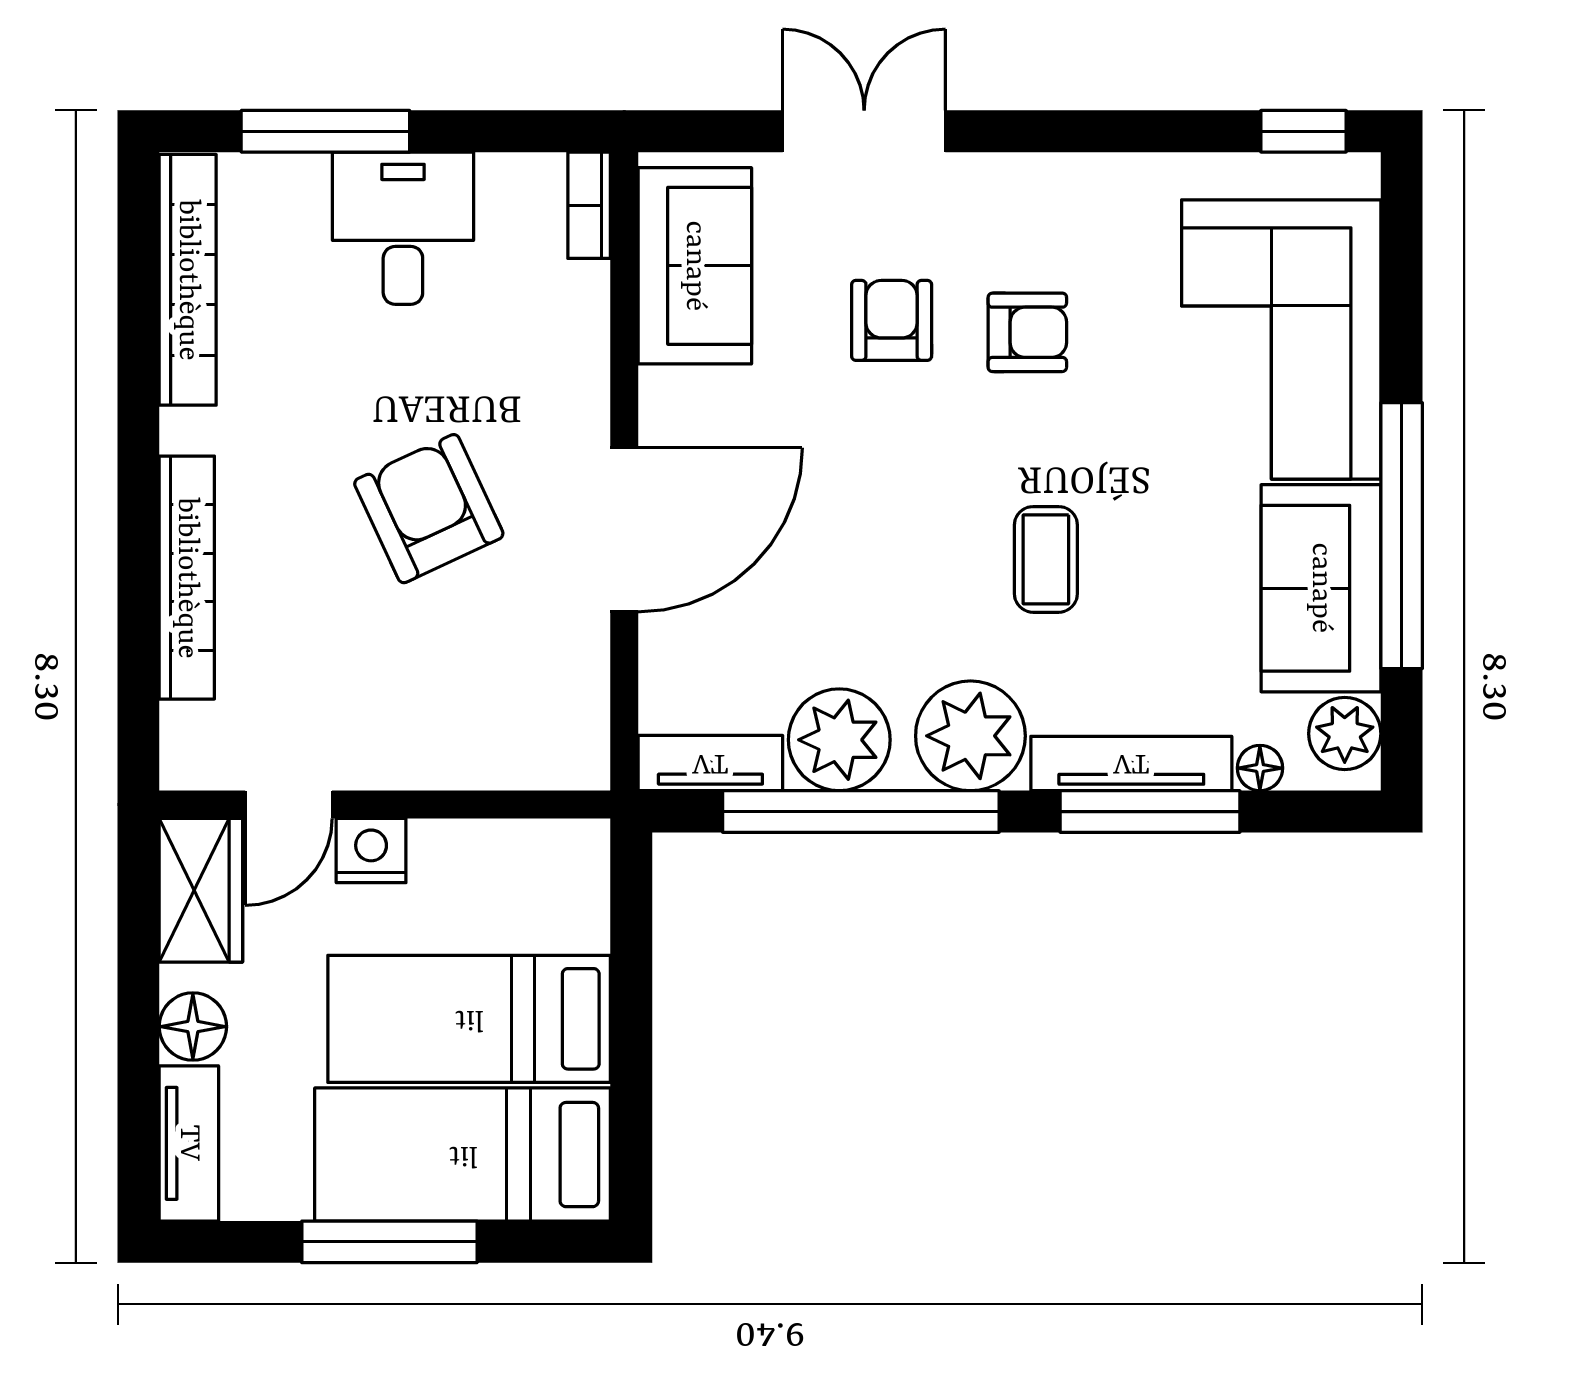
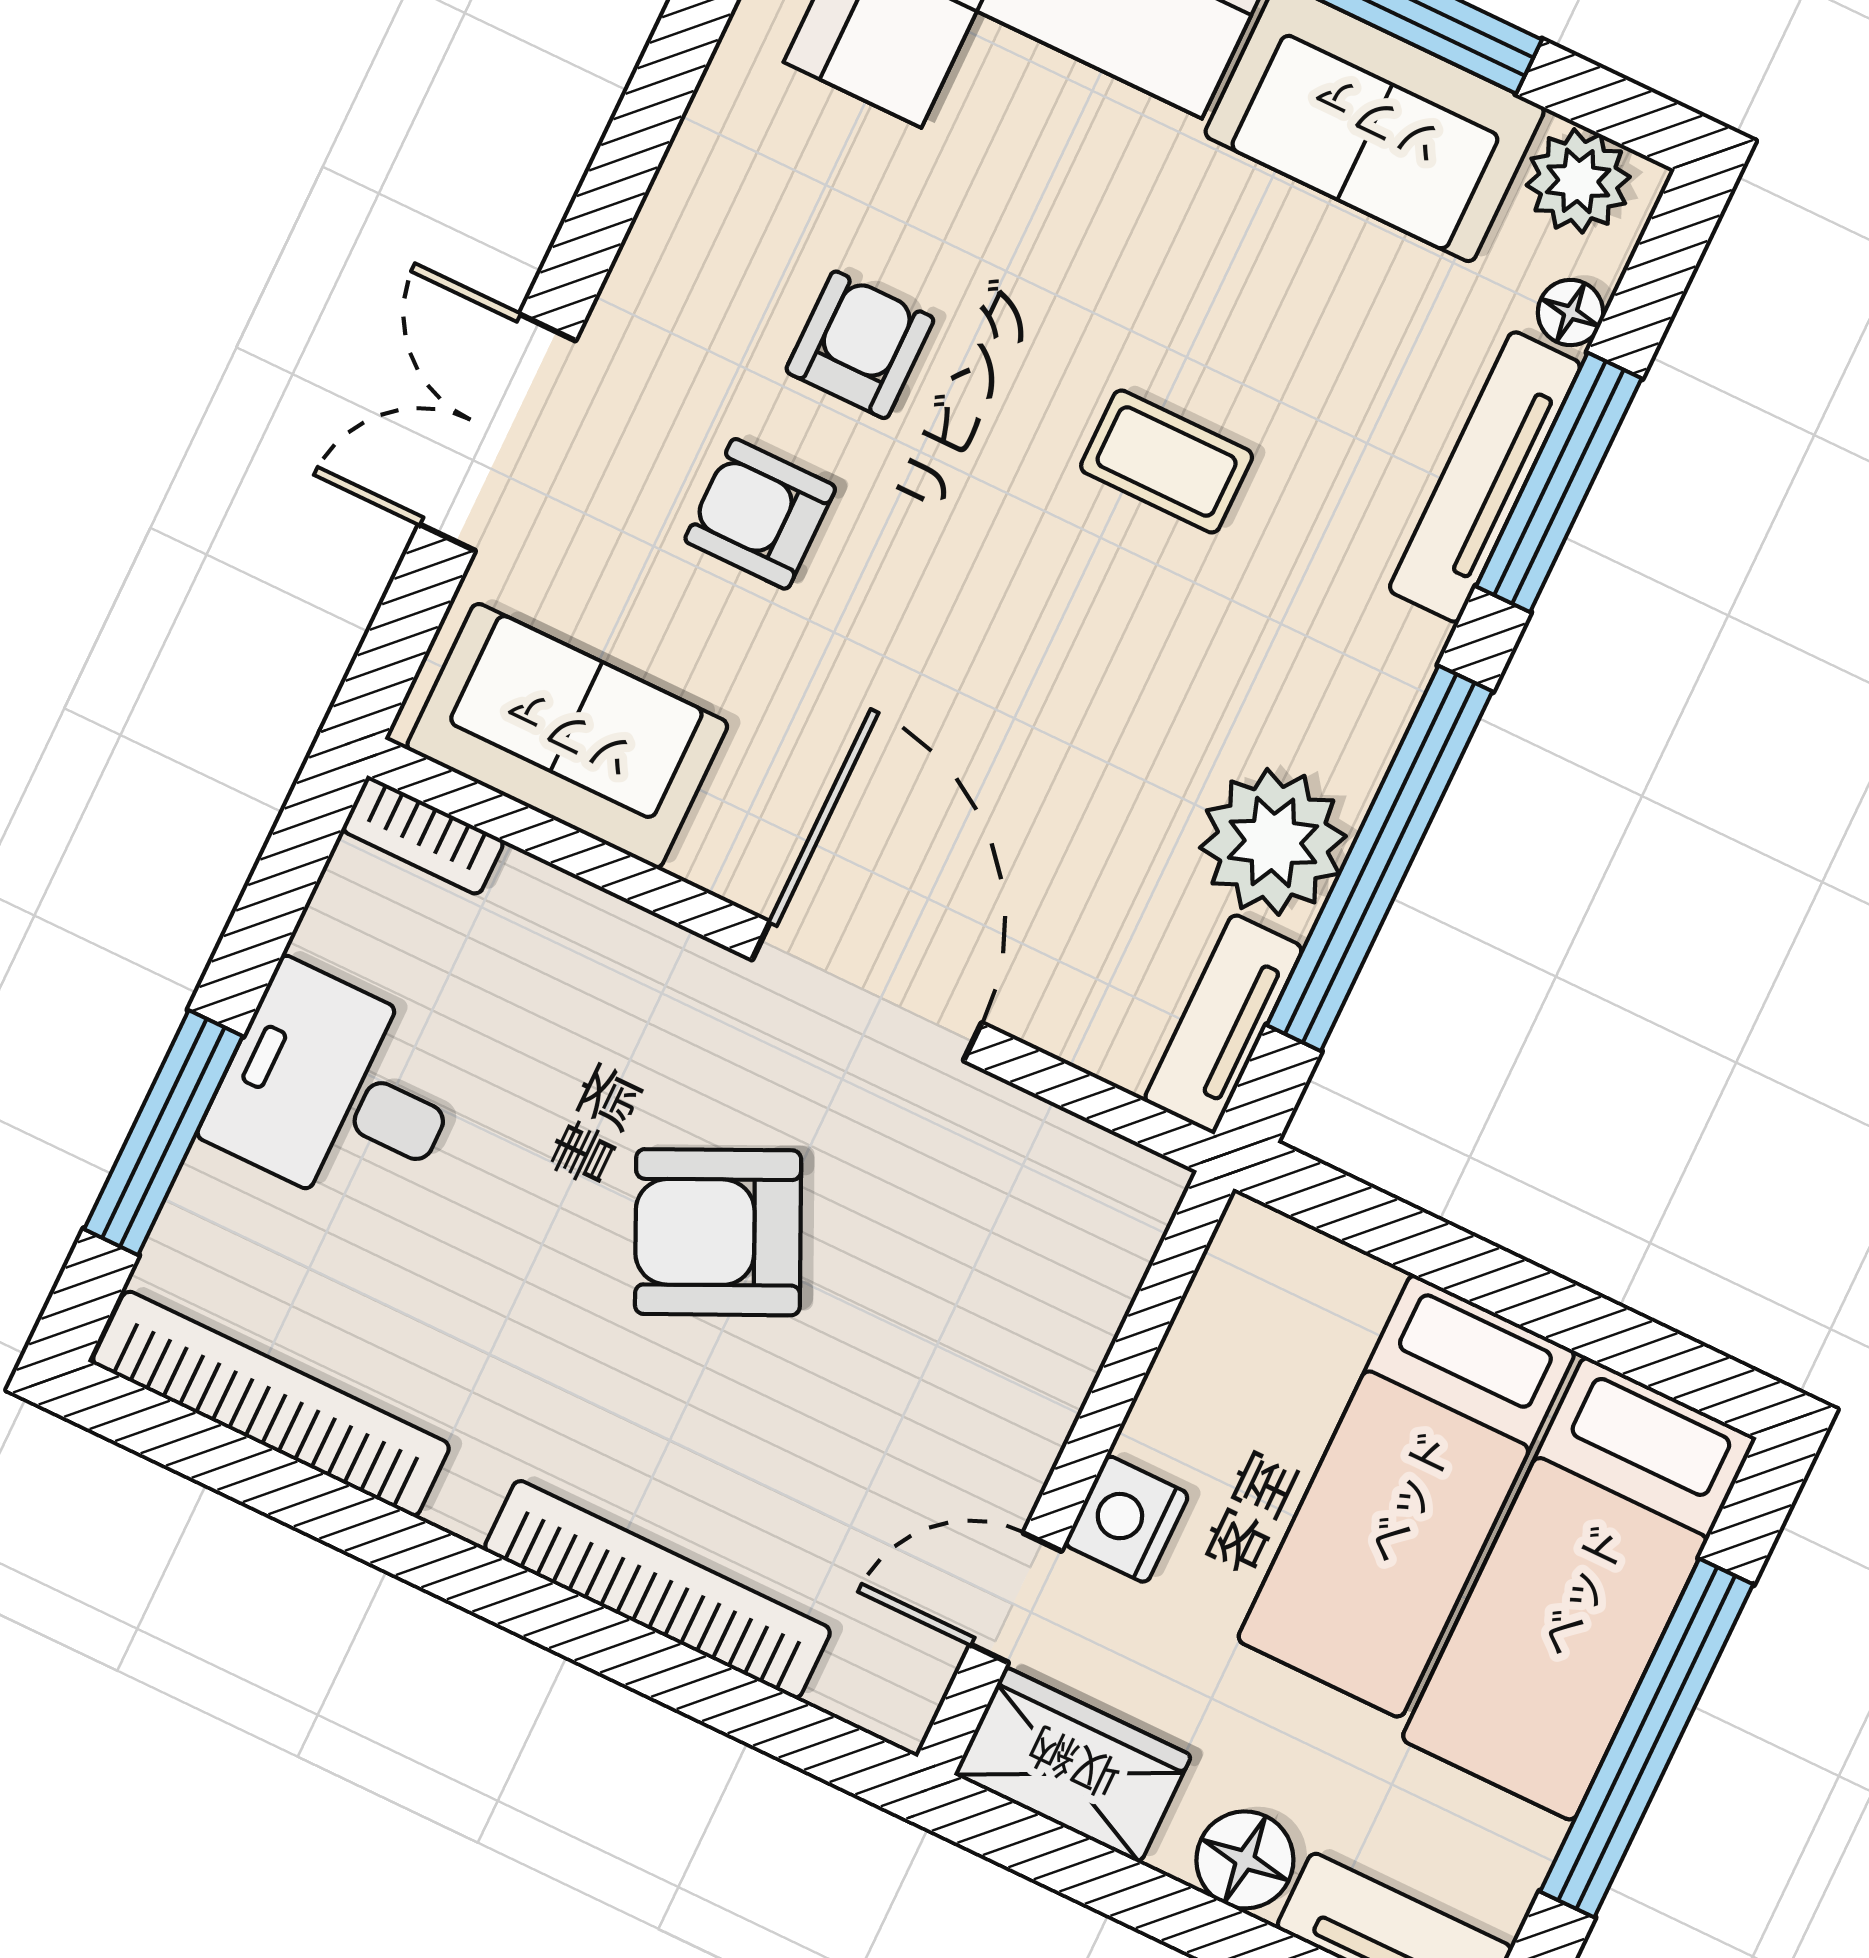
plant: (970, 736) -> (1349, 669), removed
door: (289, 805) -> (1016, 1598), swing flipped
window: (389, 1242) -> (1647, 1738), width x1.46

